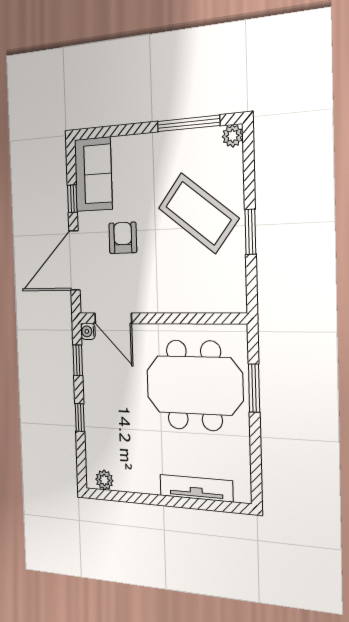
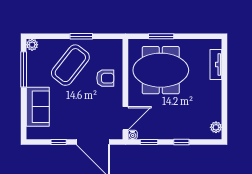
sofa: (93, 174) -> (38, 107), moved, turned 90
armchair: (123, 238) -> (105, 78), moved, turned 180
meeting table: (194, 385) -> (161, 70), turned 90
tv unit: (196, 488) -> (216, 65), width x0.71

